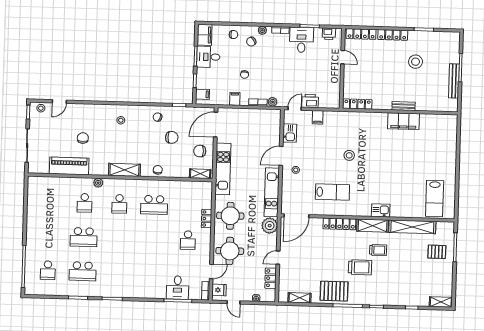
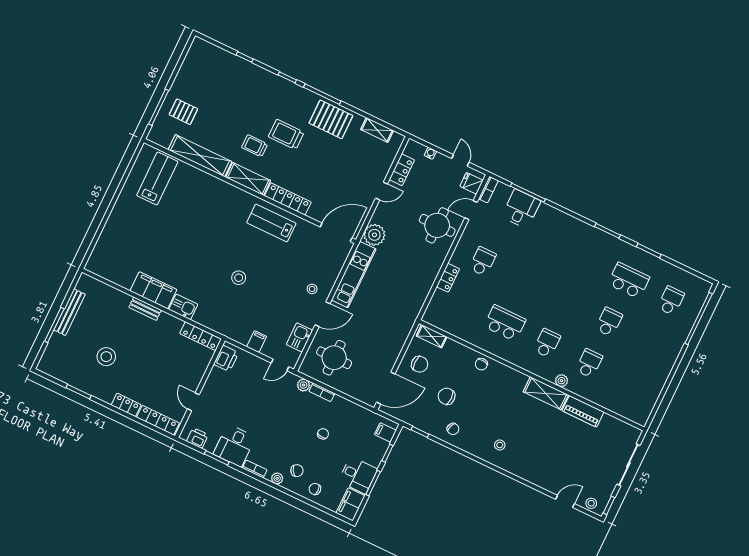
locker: (393, 35) -> (126, 405), width x0.66
filing cabinet: (235, 99) -> (348, 409), removed
printer: (310, 101) -> (226, 358), moved, turned -90
chair: (83, 138) -> (556, 444), removed
piano: (69, 166) -> (583, 411), width x0.73, depth x0.75
kitchen unit: (223, 169) -> (401, 330), removed
shelving: (124, 170) -> (546, 393), moved
lab bench: (332, 192) -> (271, 223), moved
kitchen sink: (381, 210) -> (183, 307), moved, turned 180
round table: (230, 216) -> (334, 358), moved
school desk: (84, 237) -> (609, 322), width x0.54
shelving: (441, 302) -> (206, 48), removed

